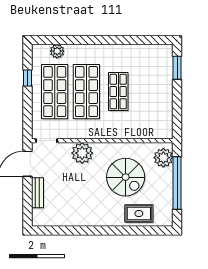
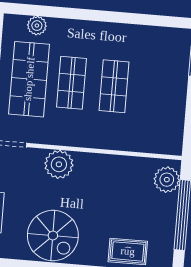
shop shelf: (86, 92) -> (72, 83), width x0.70, depth x0.74
spiral stairs: (126, 177) -> (53, 236), moved

